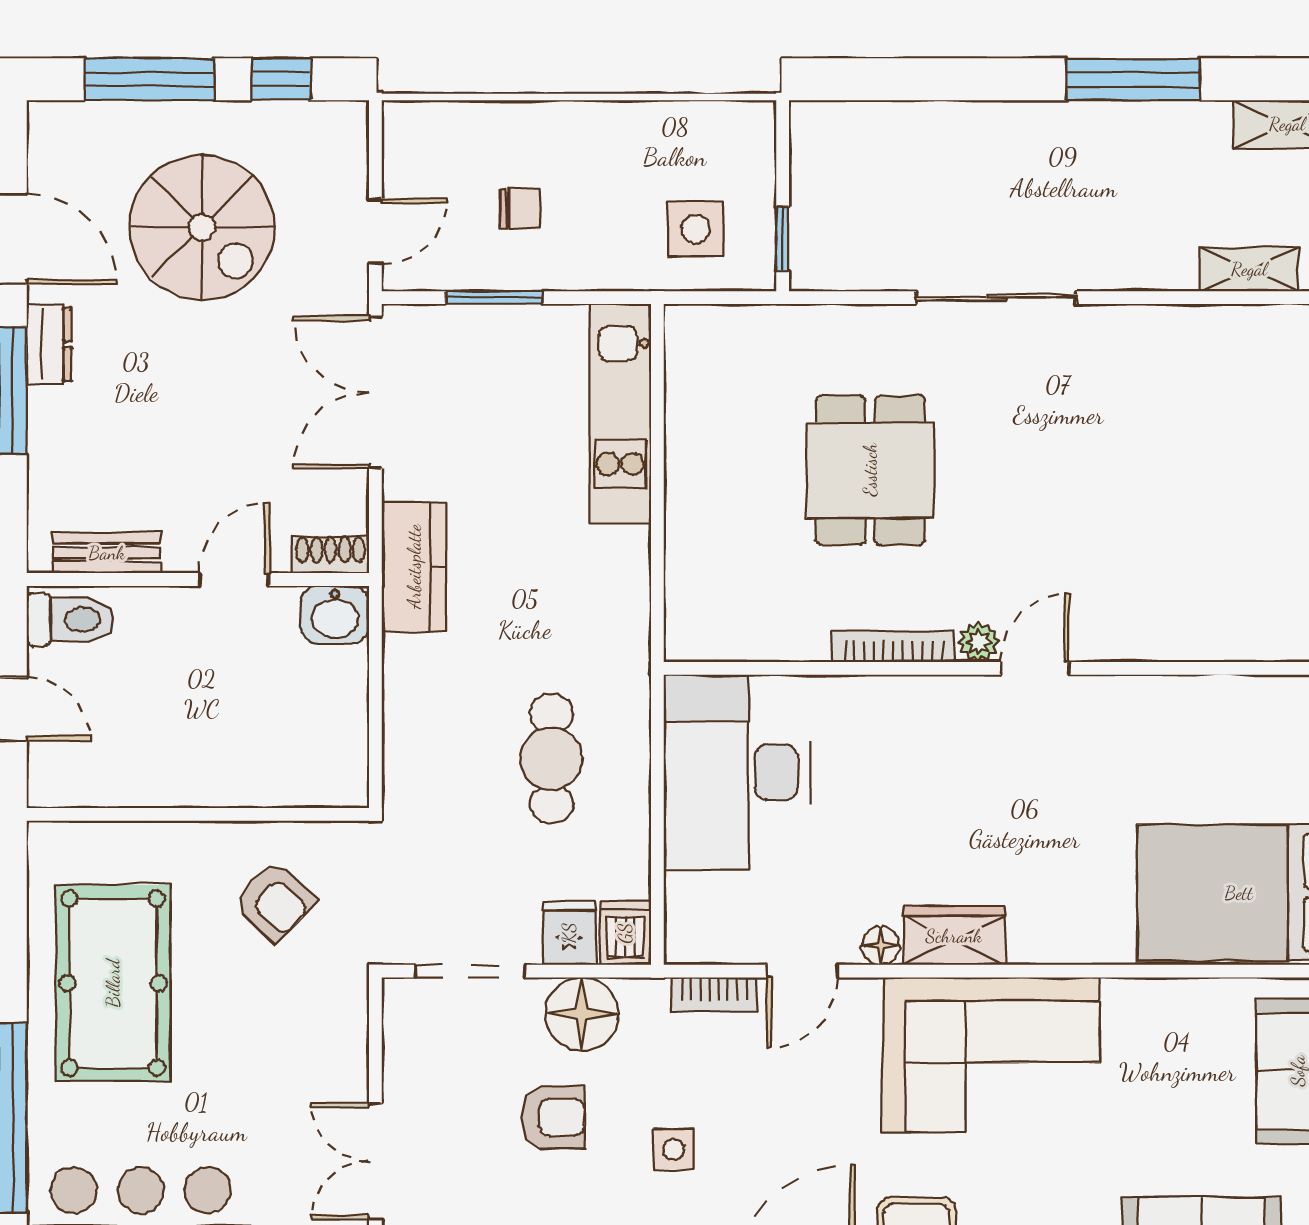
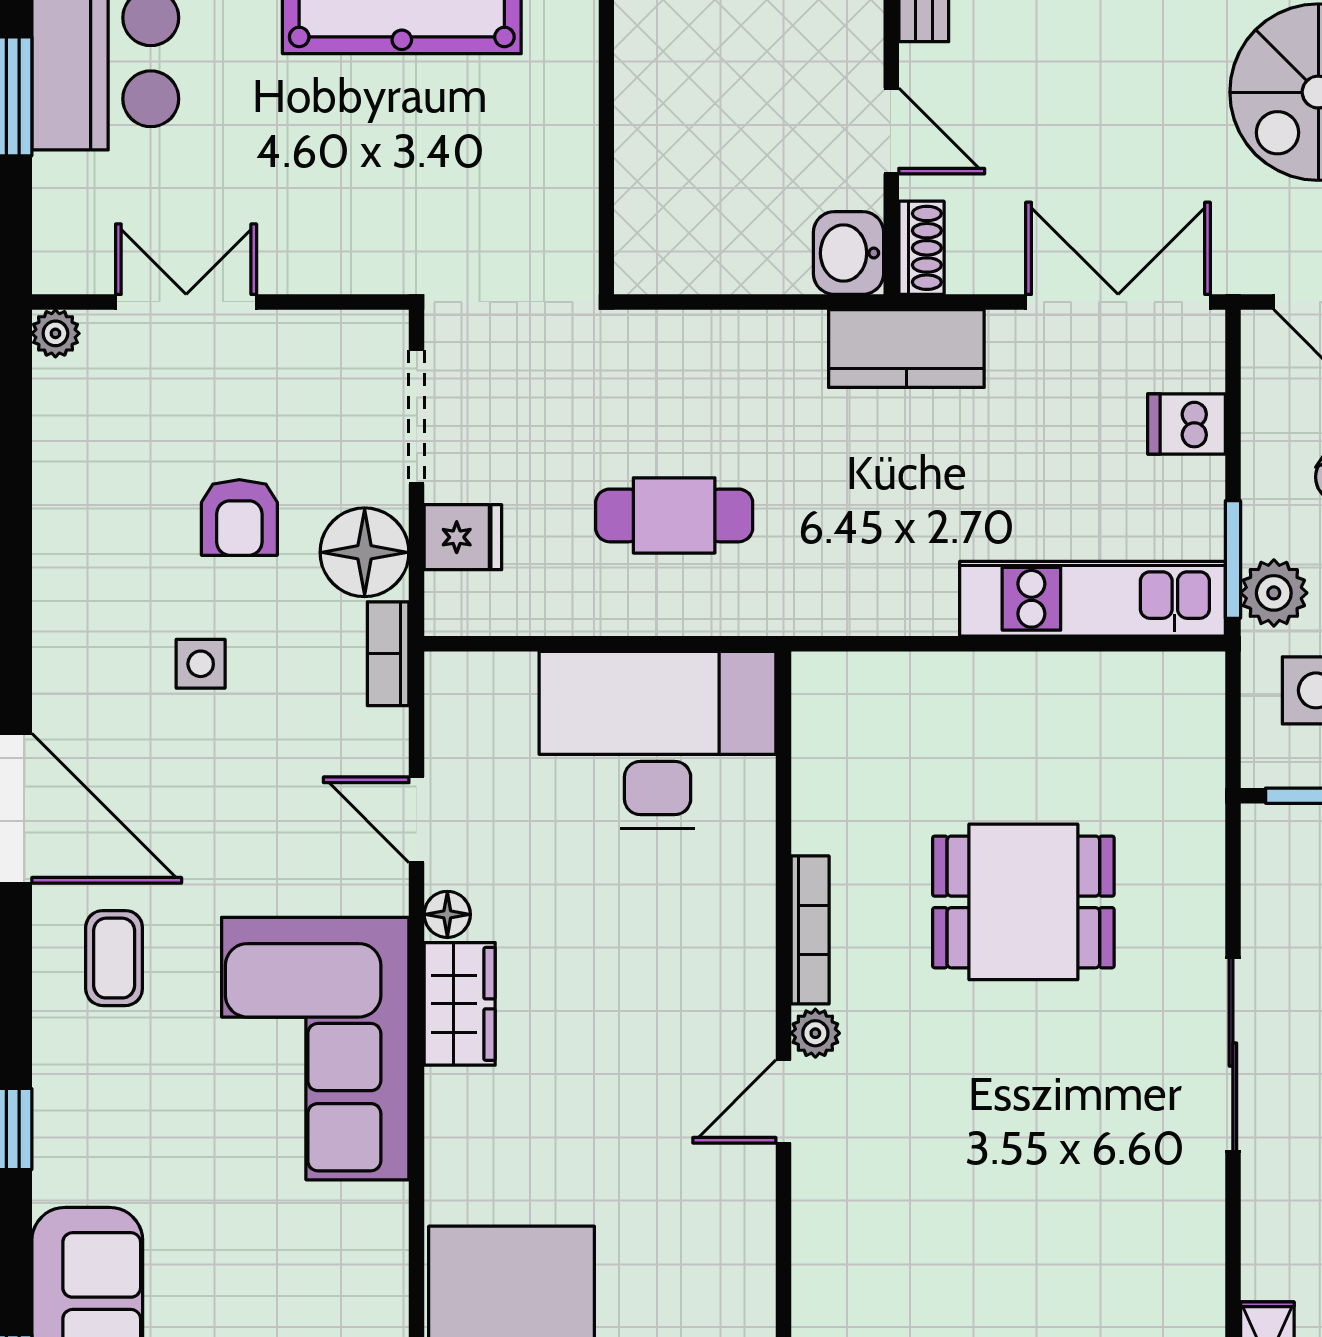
plant: (615, 264) -> (1274, 593), added
window: (494, 298) -> (1233, 560), moved
door: (1035, 668) -> (784, 1101), swing flipped
armchair: (274, 901) -> (501, 180), removed
dishwasher: (625, 933) -> (1187, 424), moved, turned 180
bookcase: (714, 995) -> (388, 654), moved

